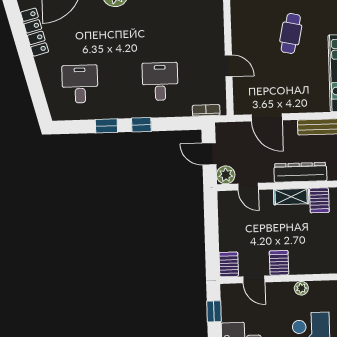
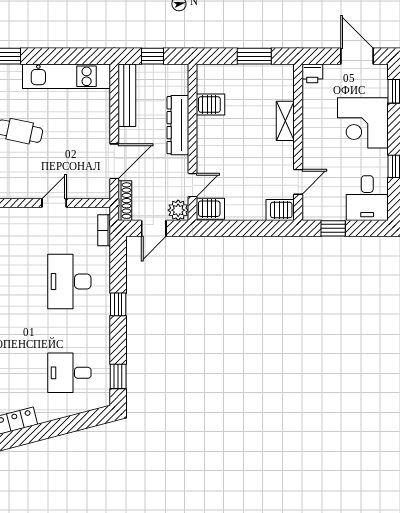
desk: (160, 81) -> (69, 282), width x1.37
window: (106, 126) -> (118, 376), moved
shoe rack: (233, 128) -> (125, 201), added
shelving: (291, 197) -> (285, 121), moved
server rack: (279, 263) -> (210, 209), moved, turned 180
plant: (301, 288) -> (310, 128), removed

